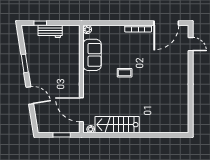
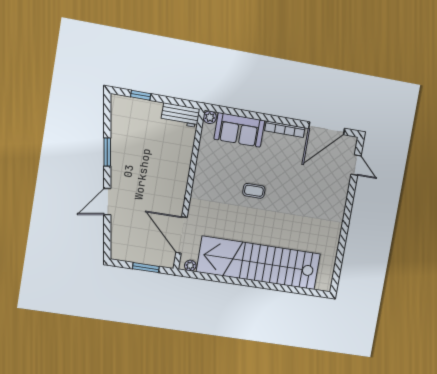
workbench: (50, 31) -> (180, 115), moved
sofa: (92, 55) -> (239, 130), moved, turned 90
door: (30, 95) -> (107, 202), swing flipped
stairs: (117, 125) -> (259, 263), width x1.86, depth x1.51

